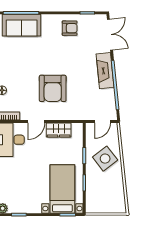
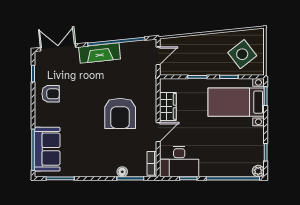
armchair: (70, 28) -> (51, 94), turned 90
armchair: (53, 88) -> (120, 113), turned 90
door: (36, 122) -> (158, 132), hinge flipped
door: (103, 122) -> (158, 56), hinge flipped
side table: (105, 159) -> (242, 54), moved

